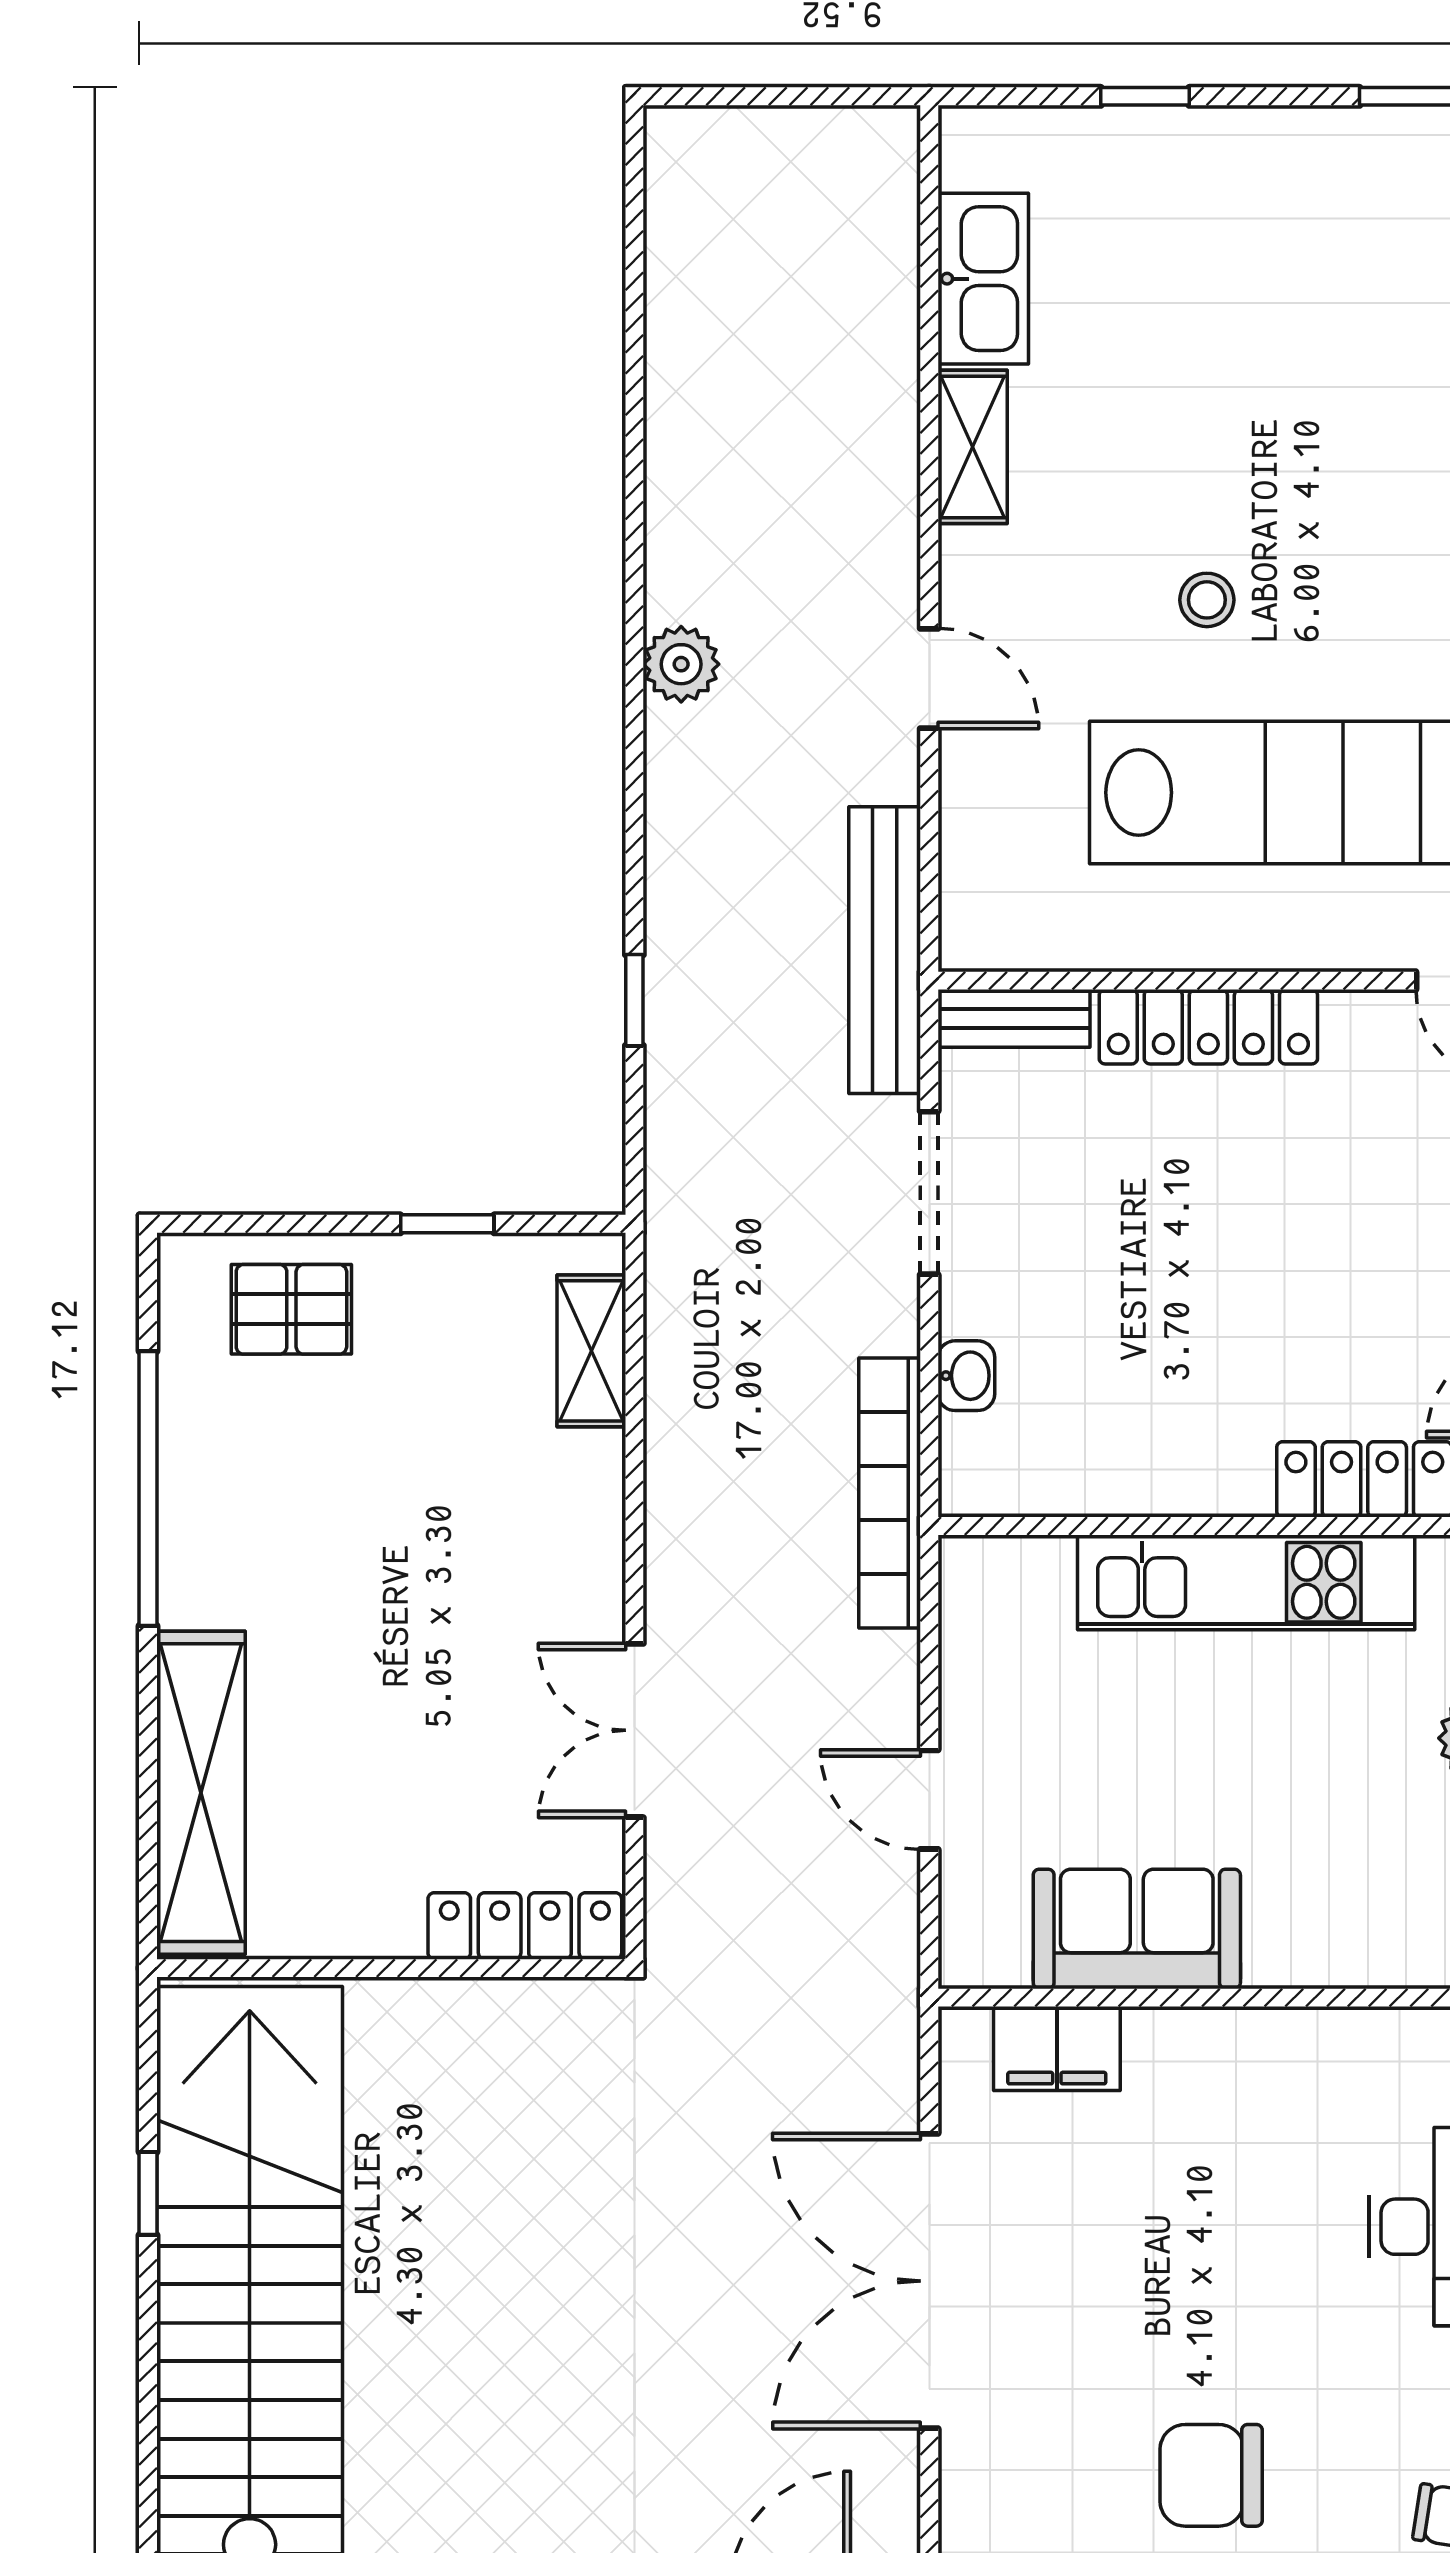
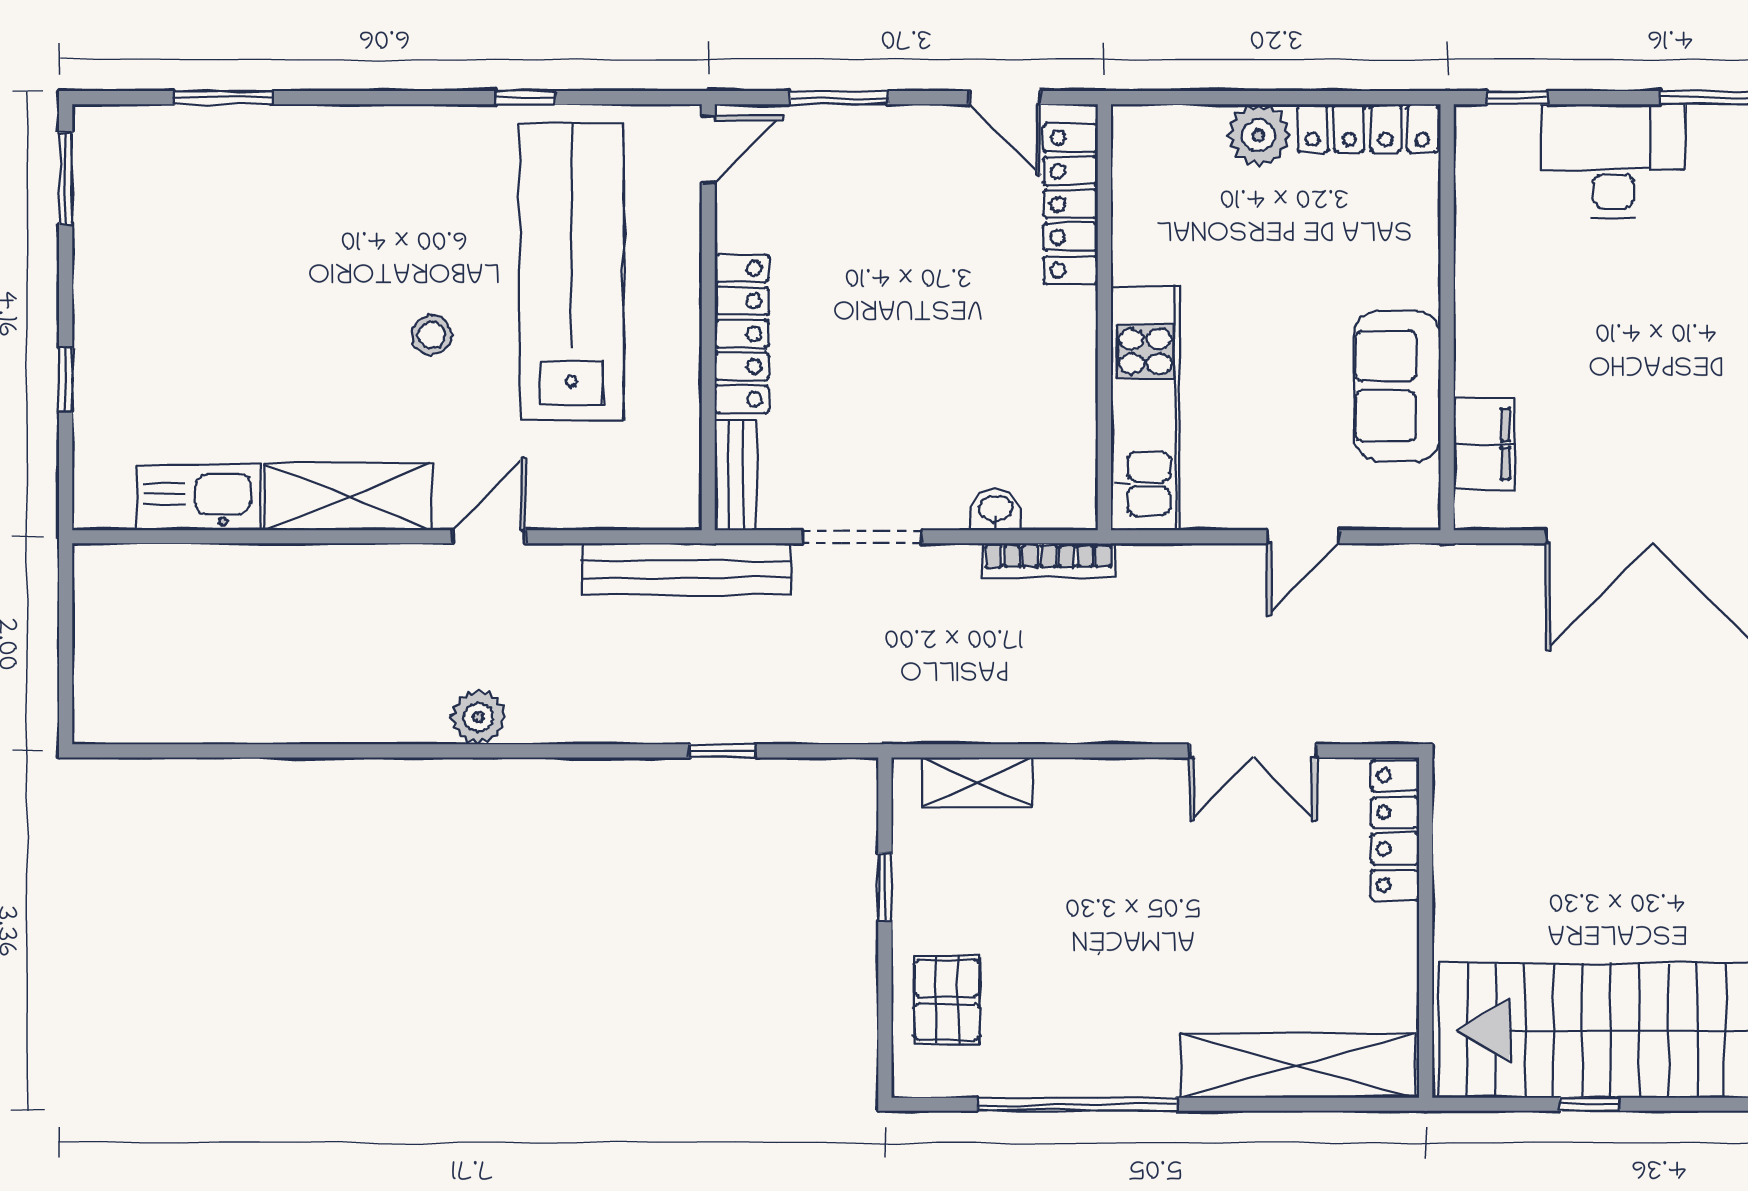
shelving: (973, 447) -> (348, 497), width x1.50, depth x1.33
bookcase: (890, 1493) -> (1049, 560), width x0.68, depth x0.76
kitchen unit: (1246, 1582) -> (1145, 408), moved

